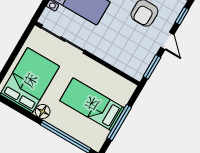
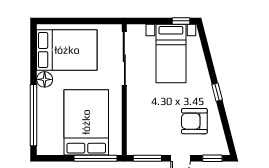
bed: (92, 104) -> (86, 122), width x1.50
window: (119, 123) -> (95, 158), moved

